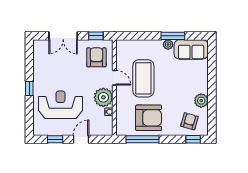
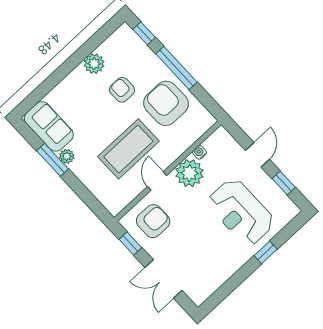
double door: (63, 36) -> (163, 279), swing flipped
armchair: (96, 57) -> (153, 221), turned 180
window: (29, 88) -> (266, 252), moved
armchair: (189, 121) -> (122, 90), moved, turned 74
door: (81, 139) -> (257, 155), swing flipped
window: (143, 139) -> (176, 68), moved

